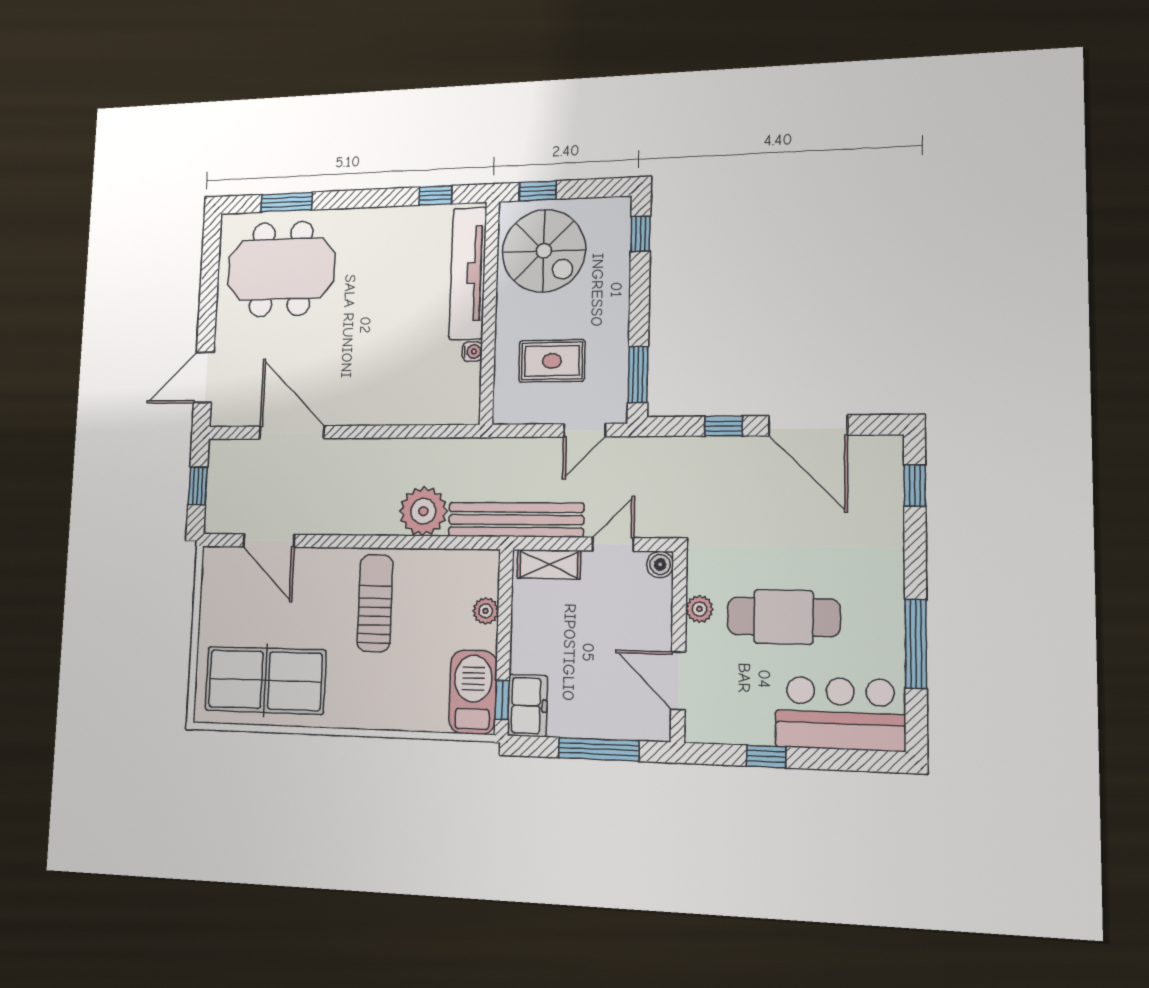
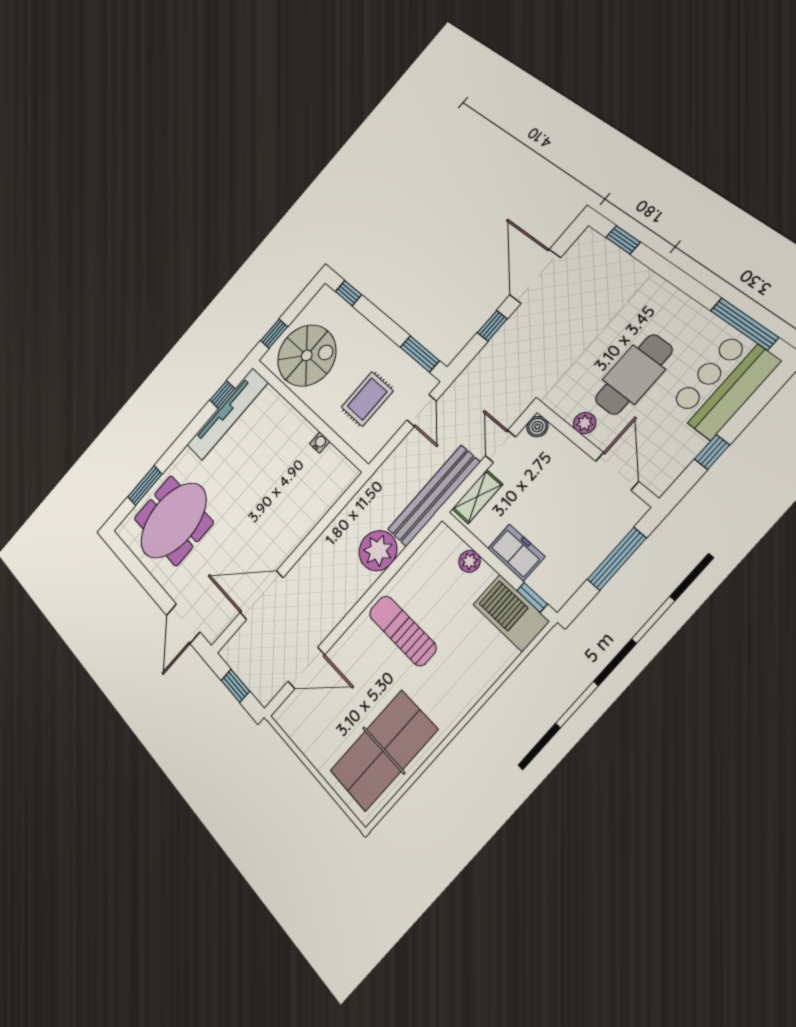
tv unit: (468, 273) -> (227, 414), moved, turned -90
door: (808, 425) -> (535, 276), swing flipped
window: (916, 644) -> (744, 324), moved
door: (678, 681) -> (617, 471), swing flipped
freezer: (527, 706) -> (516, 553), moved

